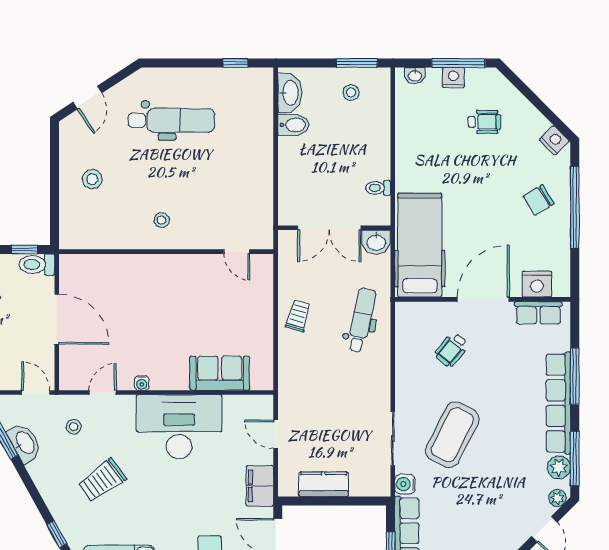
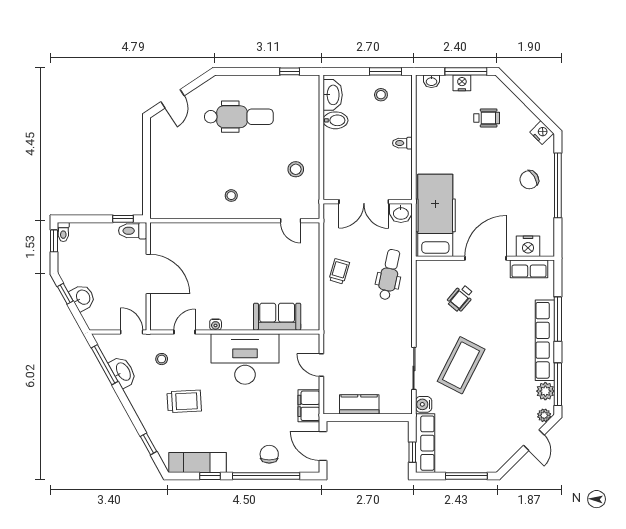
stool: (92, 179) -> (296, 169), moved
toilet: (378, 188) -> (402, 143), moved
trolley: (102, 480) -> (184, 401), turned -147

